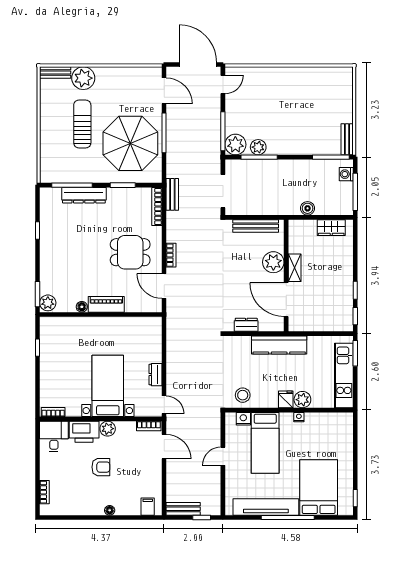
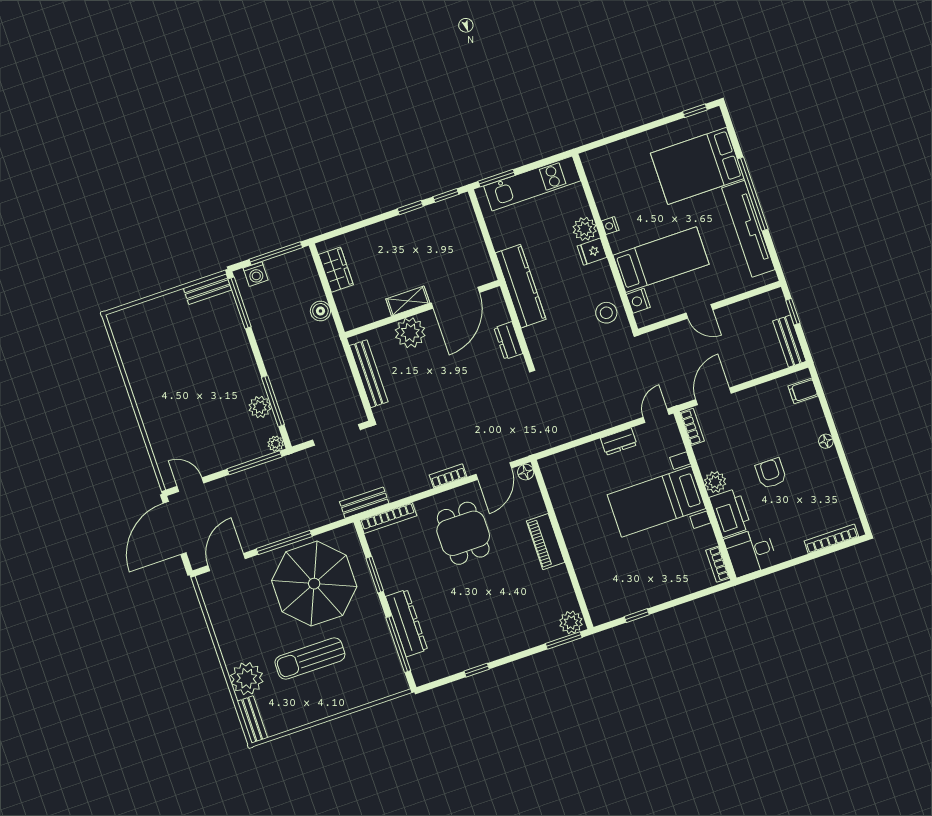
plant: (235, 145) -> (276, 444), width x0.53, depth x0.53
floor lamp: (82, 307) -> (526, 472), moved
bookcase: (44, 492) -> (831, 539), width x1.56

